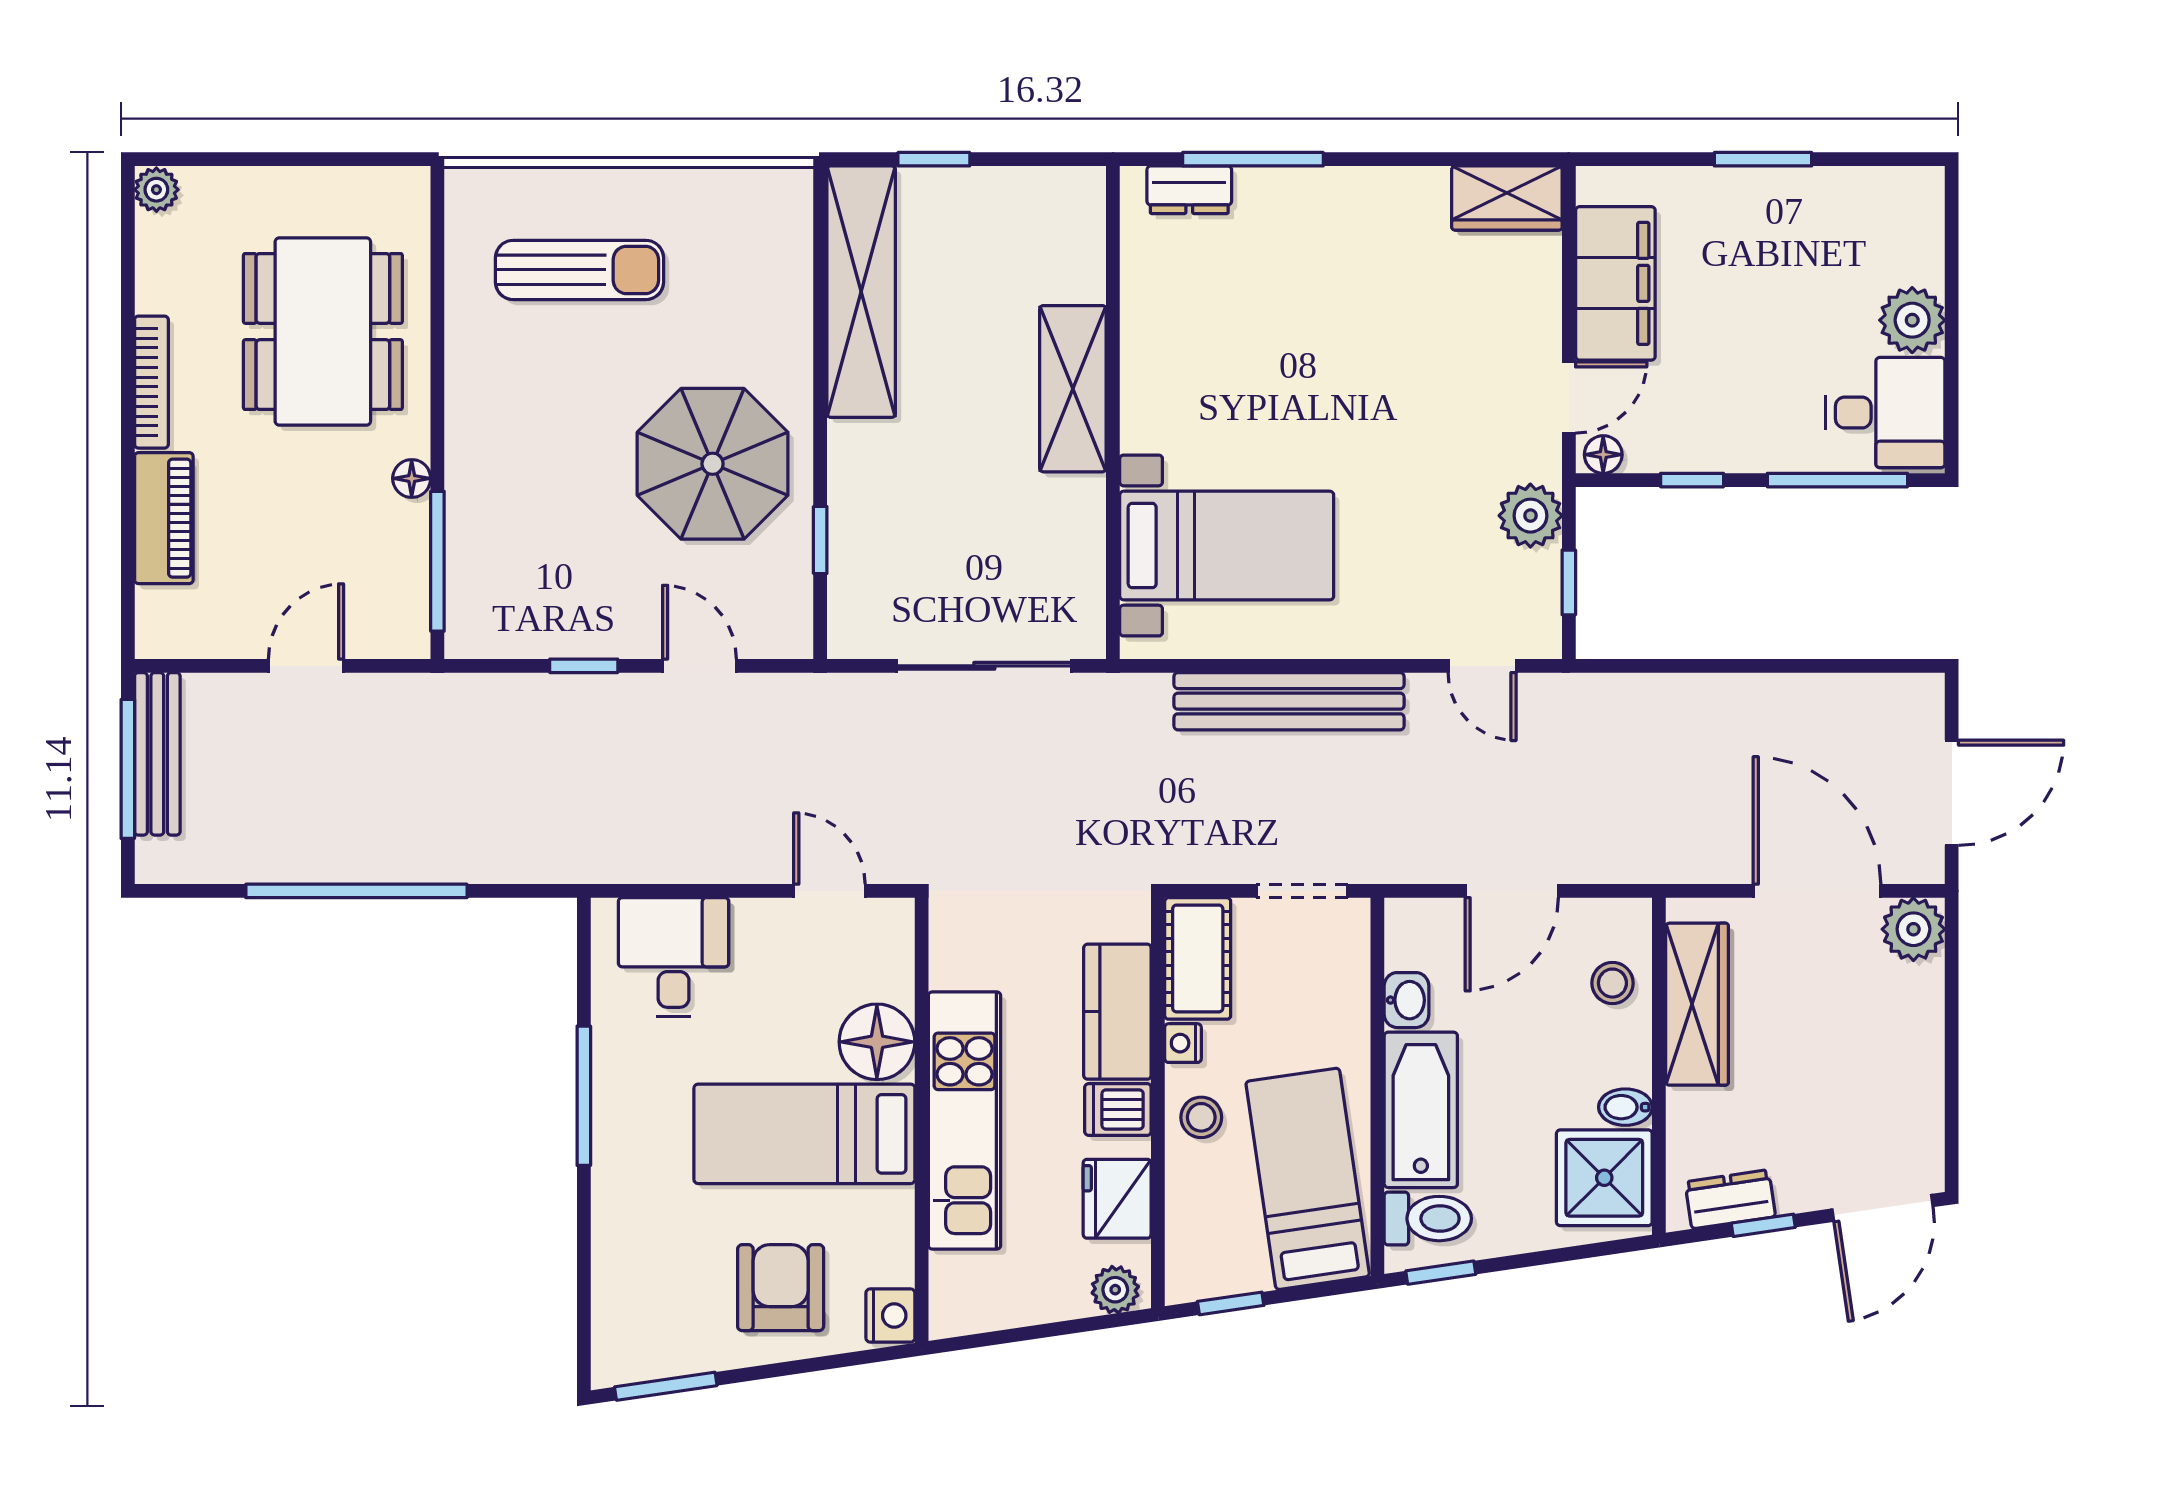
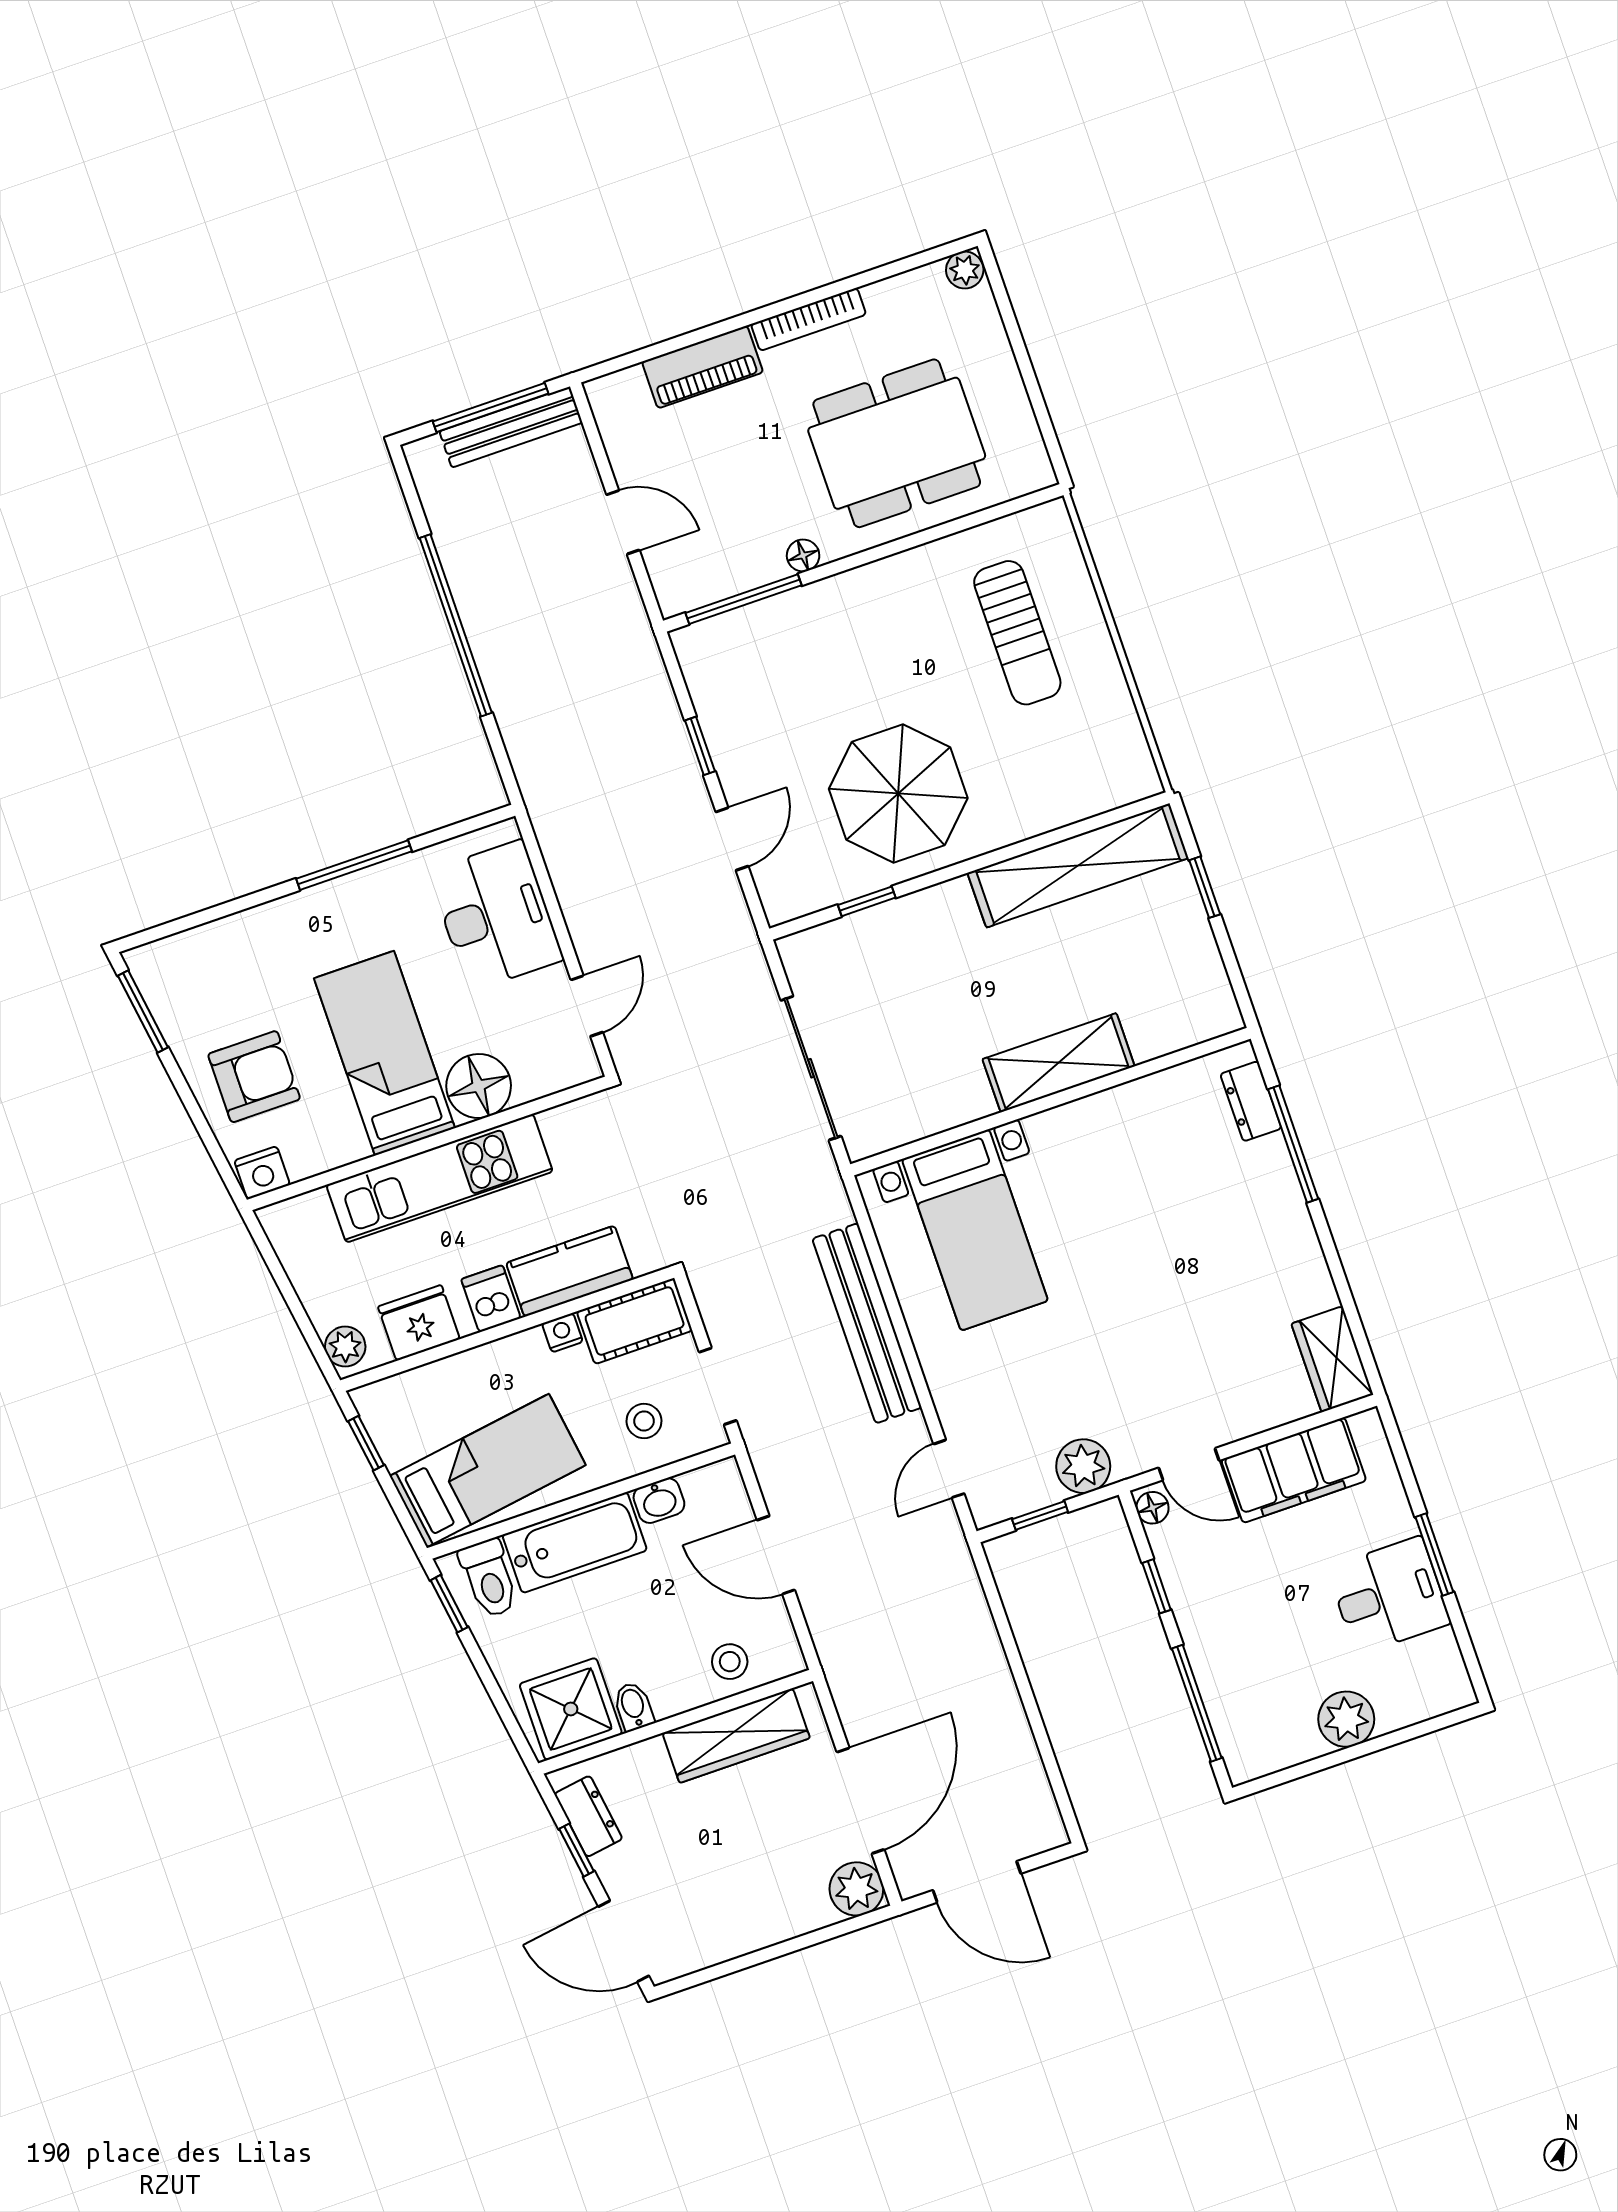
desk: (1885, 413) -> (1389, 1595), moved, turned -90
desk: (674, 957) -> (496, 915), width x1.37
stool: (1201, 1117) -> (644, 1421), moved

